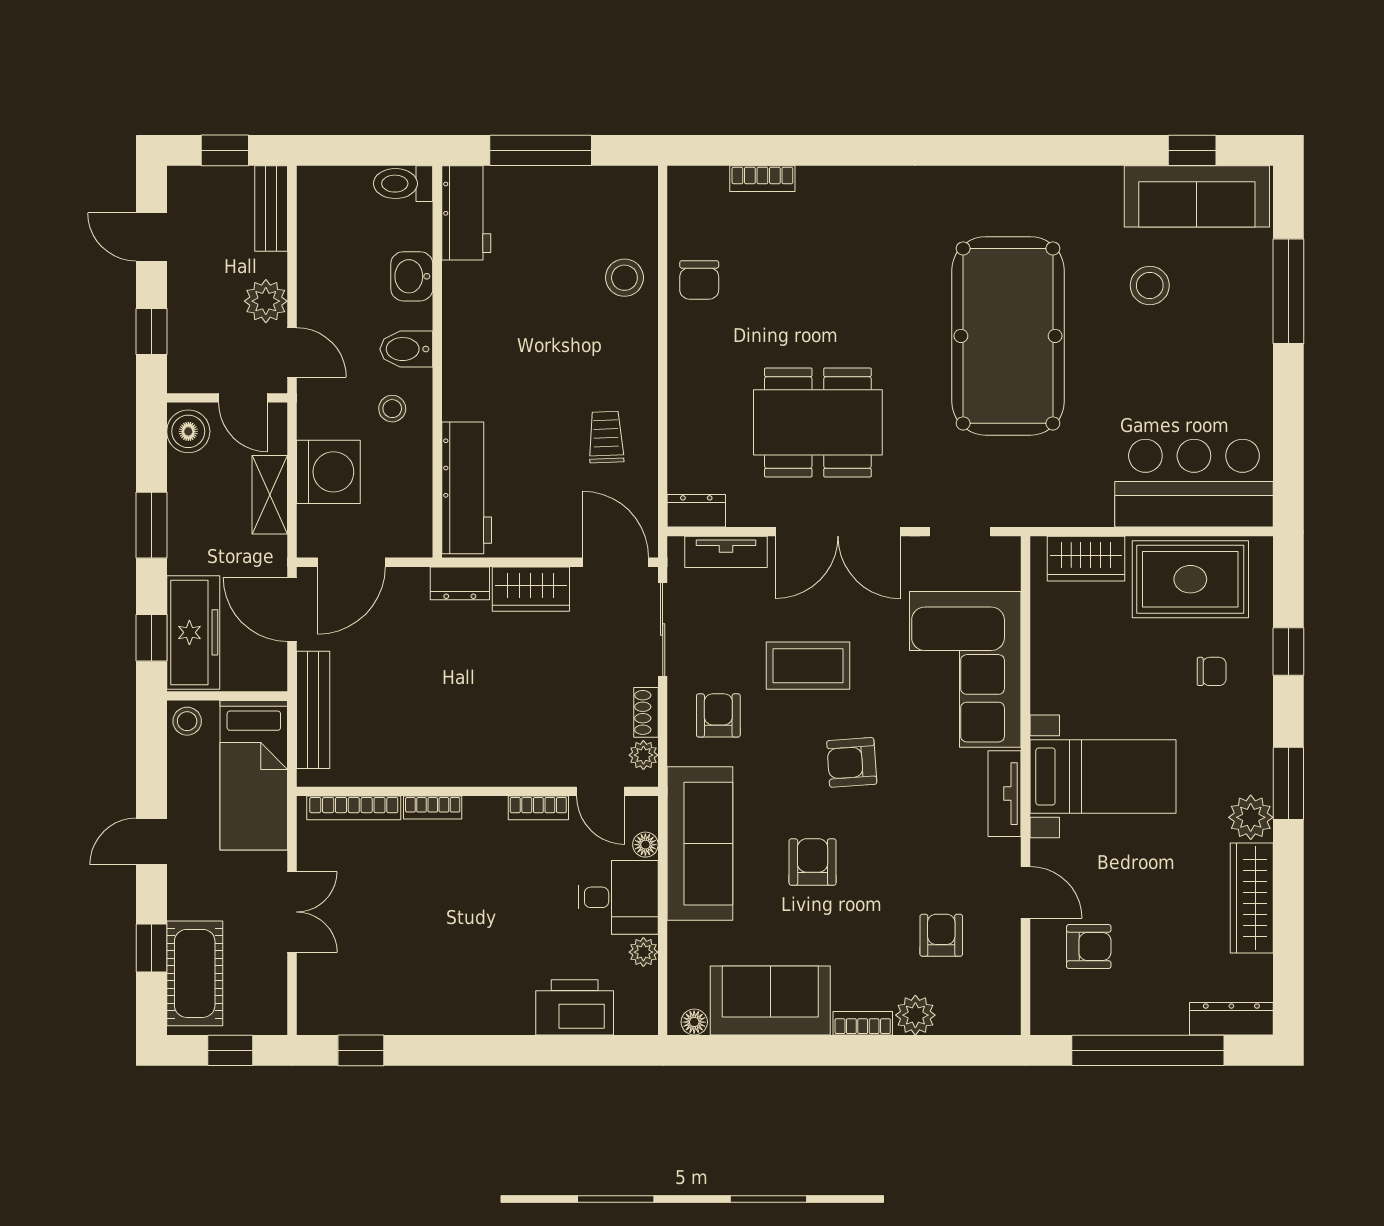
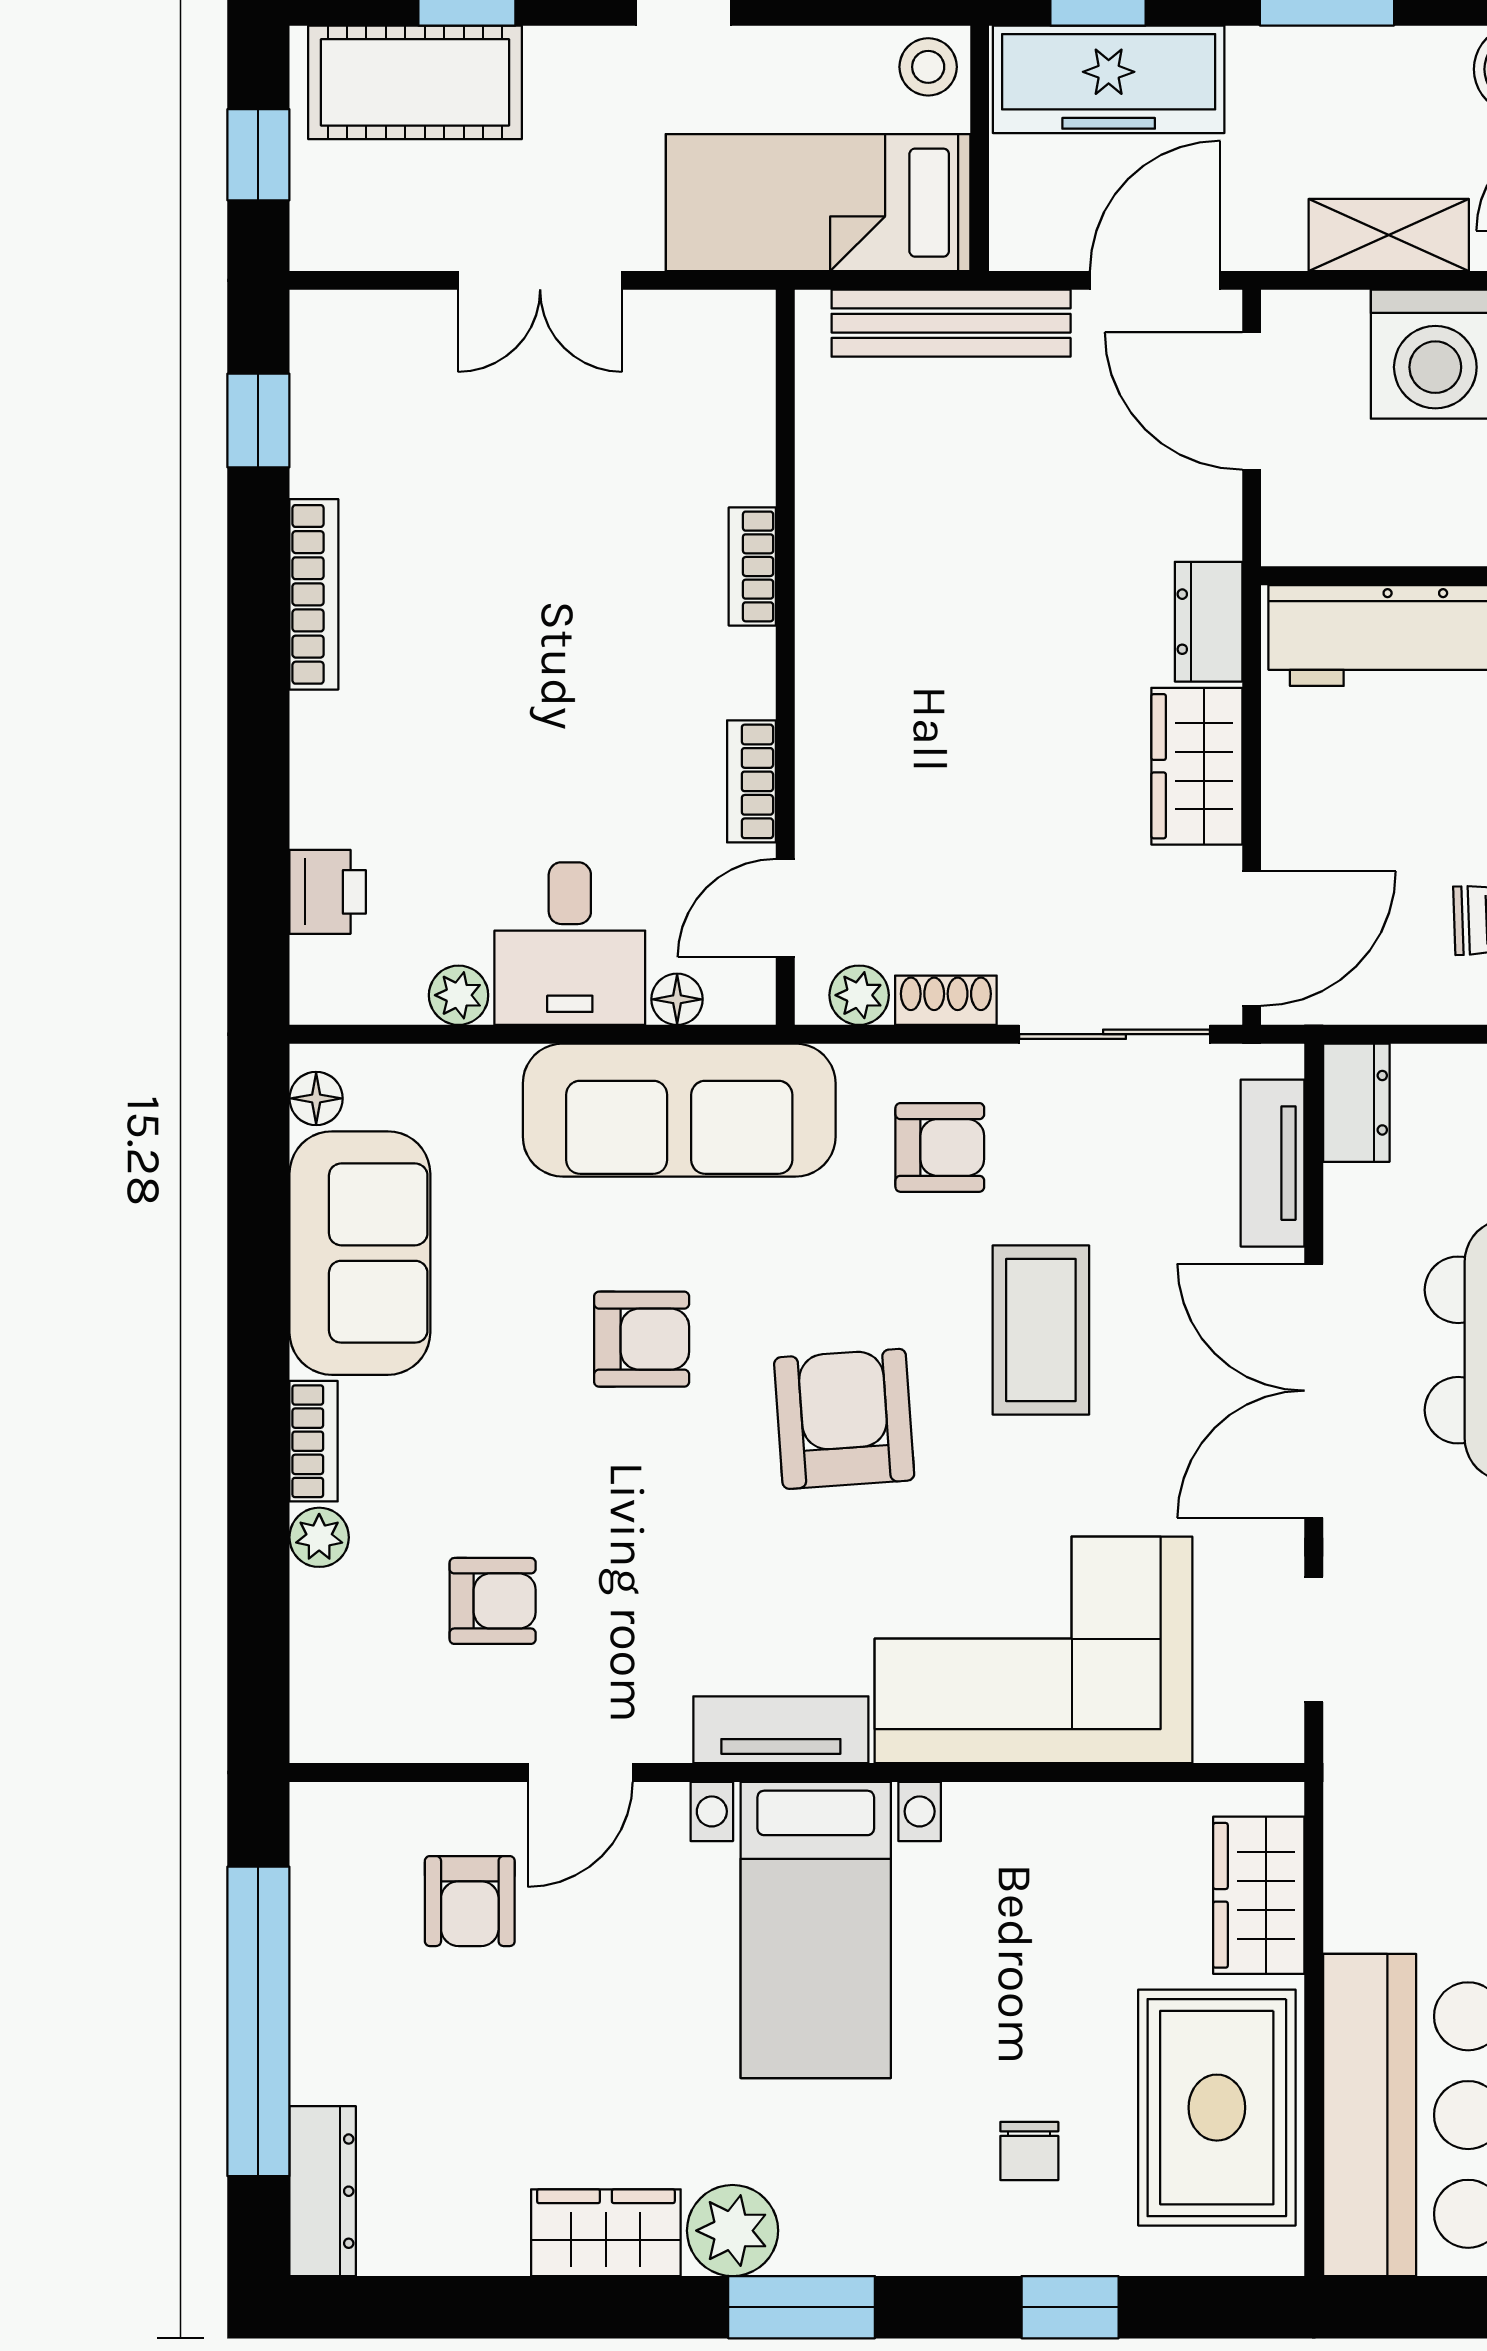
armchair: (852, 762) -> (844, 1419), width x1.38, depth x1.38
bookcase: (354, 808) -> (314, 594), moved, turned 180
wardrobe: (1252, 898) -> (606, 2233), width x0.67
printer: (575, 1007) -> (328, 892), width x0.53, depth x0.68
plant: (915, 1015) -> (319, 1537), width x0.73, depth x0.73

